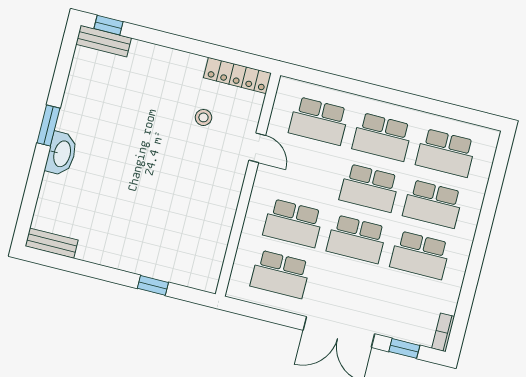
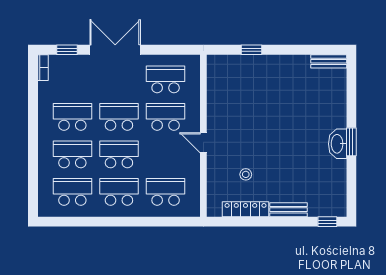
bench: (104, 41) -> (288, 210), moved
locker: (237, 75) -> (245, 209), moved
door: (257, 148) -> (203, 143), moved
washbasin: (61, 154) -> (338, 144), moved

